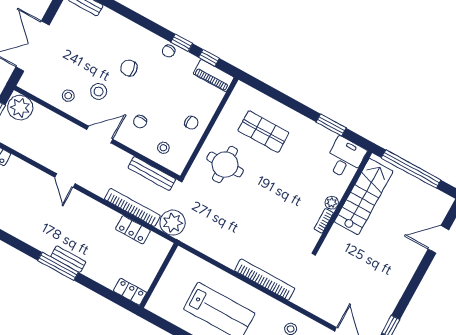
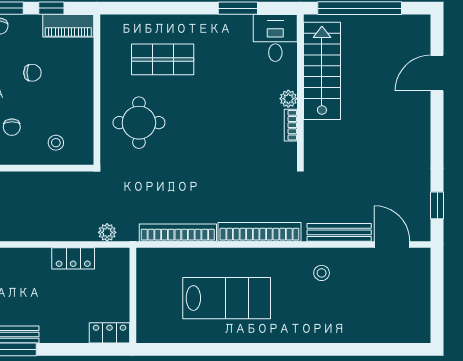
chair: (191, 123) -> (32, 73), moved
bench: (152, 173) -> (339, 232), moved
bookcase: (132, 207) -> (178, 233), moved
plant: (173, 223) -> (107, 232), width x0.53, depth x0.53

